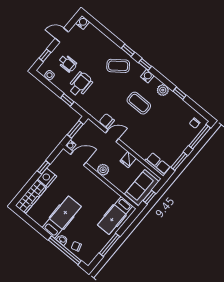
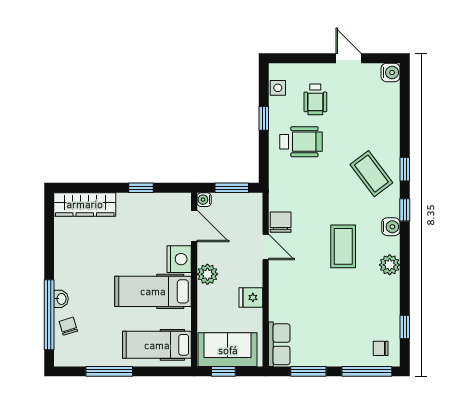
window: (45, 55) -> (300, 58), removed
window: (180, 93) -> (405, 327), moved
window: (67, 100) -> (264, 118), moved
nightstand: (47, 178) -> (179, 259), moved, turned 90
hospital bed: (62, 217) -> (153, 291), moved, turned 180

